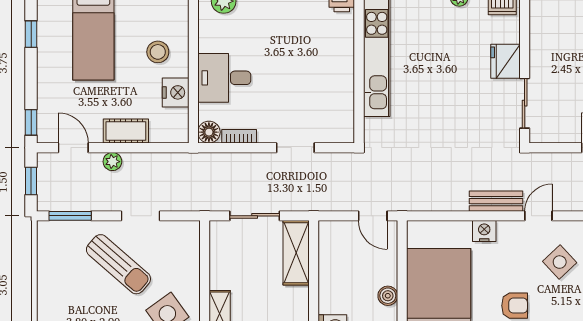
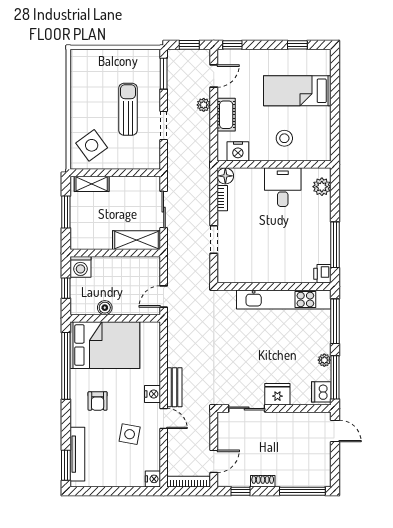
desk: (224, 78) -> (283, 187), moved
nightstand: (176, 92) -> (238, 151), moved
nightstand: (484, 231) -> (152, 394), moved
side table: (560, 262) -> (130, 434), turned -37
sun lounger: (118, 264) -> (128, 109), turned 139

